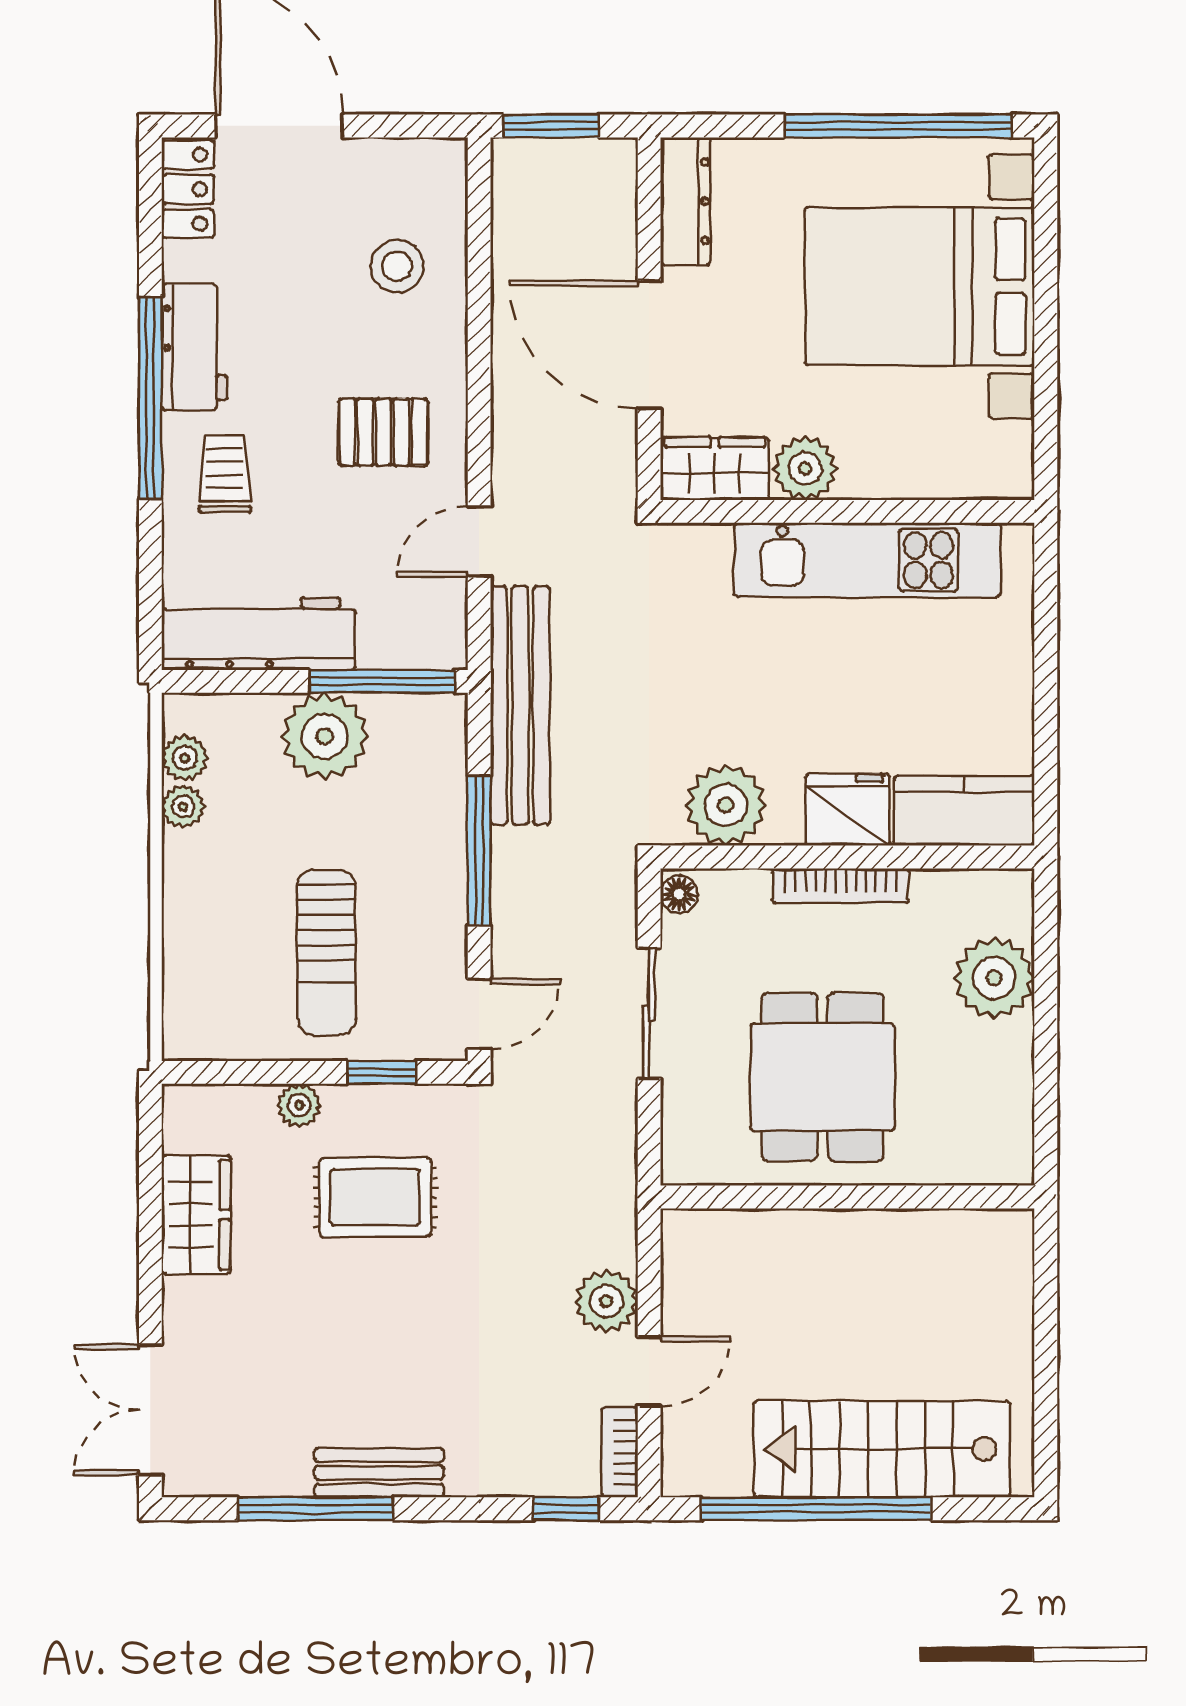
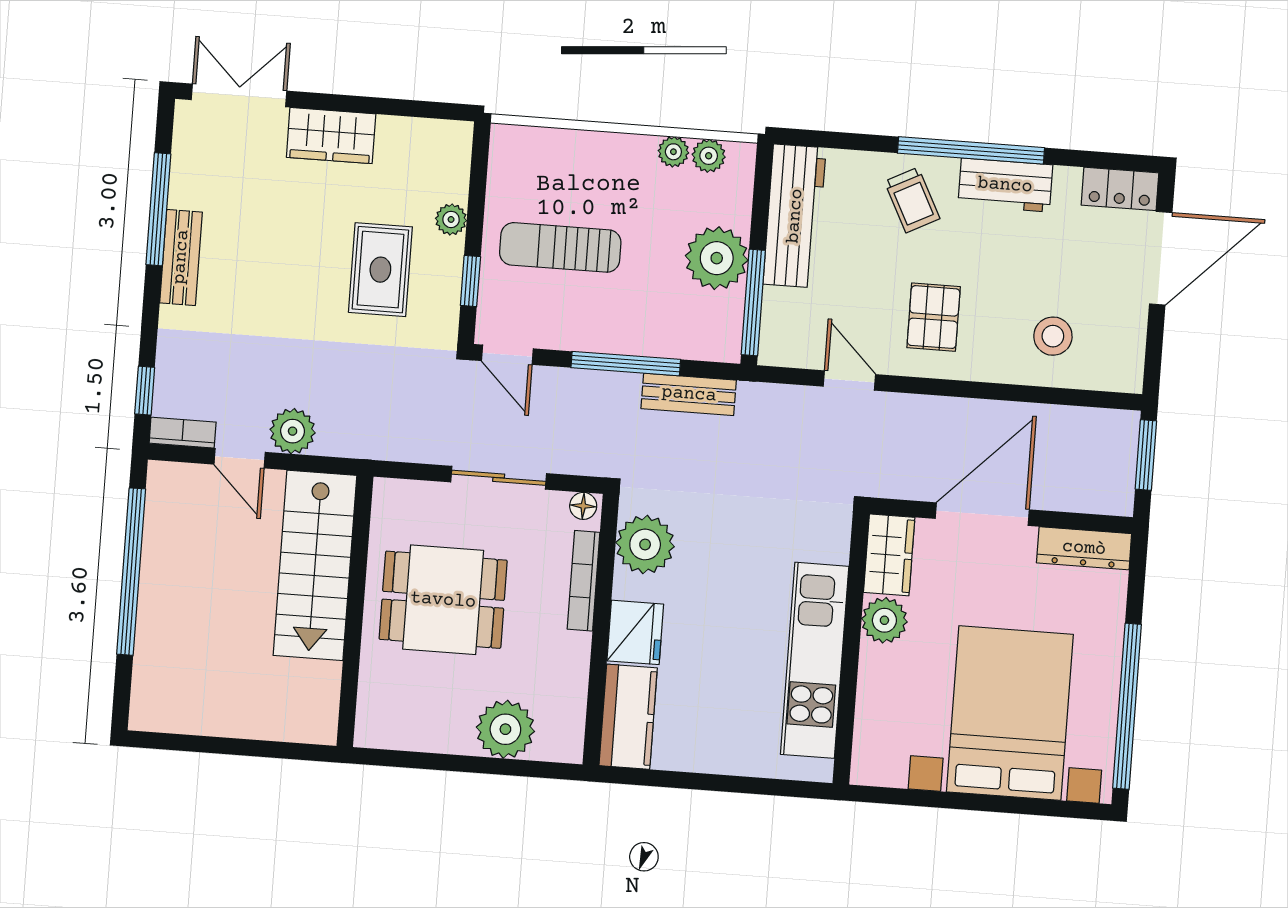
trolley: (225, 474) -> (912, 200), turned 63
bench: (520, 705) -> (689, 394), width x0.54, depth x0.82
bookcase: (841, 886) -> (584, 581), moved
wardrobe: (196, 1215) -> (331, 136), moved
stairs: (882, 1449) -> (315, 565), moved, turned 180

